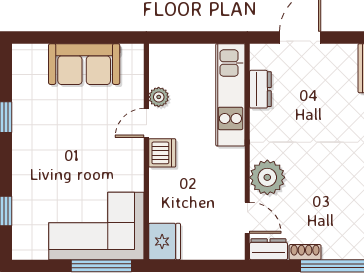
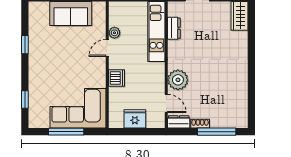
dishwasher: (162, 153) -> (116, 78), moved
fridge: (165, 241) -> (135, 119), moved, turned -90
window: (101, 266) -> (66, 132), moved

